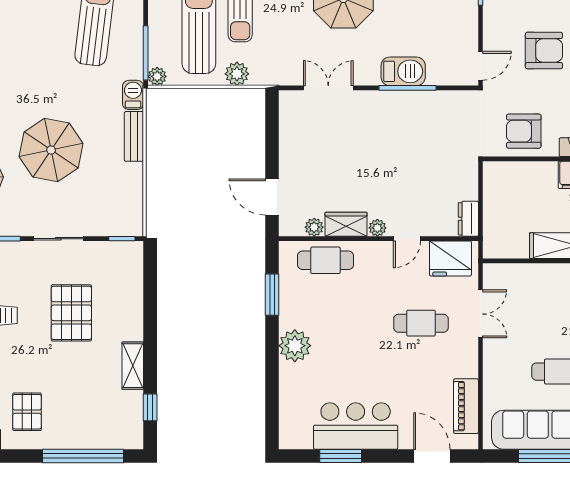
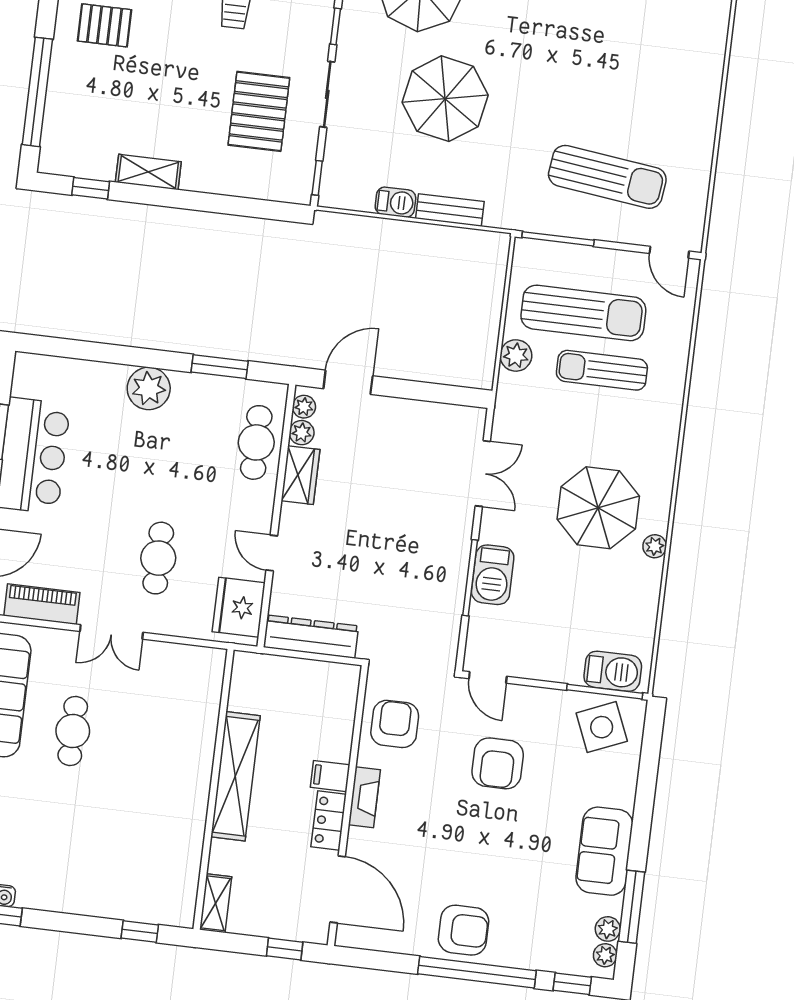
plant: (157, 76) -> (525, 250), removed
barbecue: (133, 95) -> (395, 202), moved
dresser: (468, 219) -> (311, 637), width x1.96, depth x1.24
plant: (377, 228) -> (304, 407), moved
pallet: (71, 313) -> (259, 111), moved, turned 90
double door: (480, 314) -> (111, 632), moved

